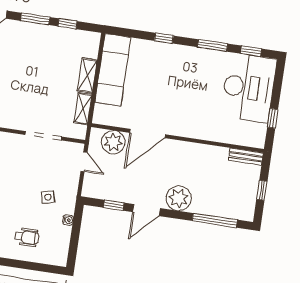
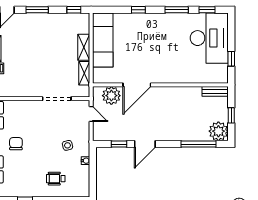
window: (67, 24) -> (74, 10), moved
plant: (179, 198) -> (218, 131), moved
wheelchair: (27, 237) -> (56, 179), turned 180

